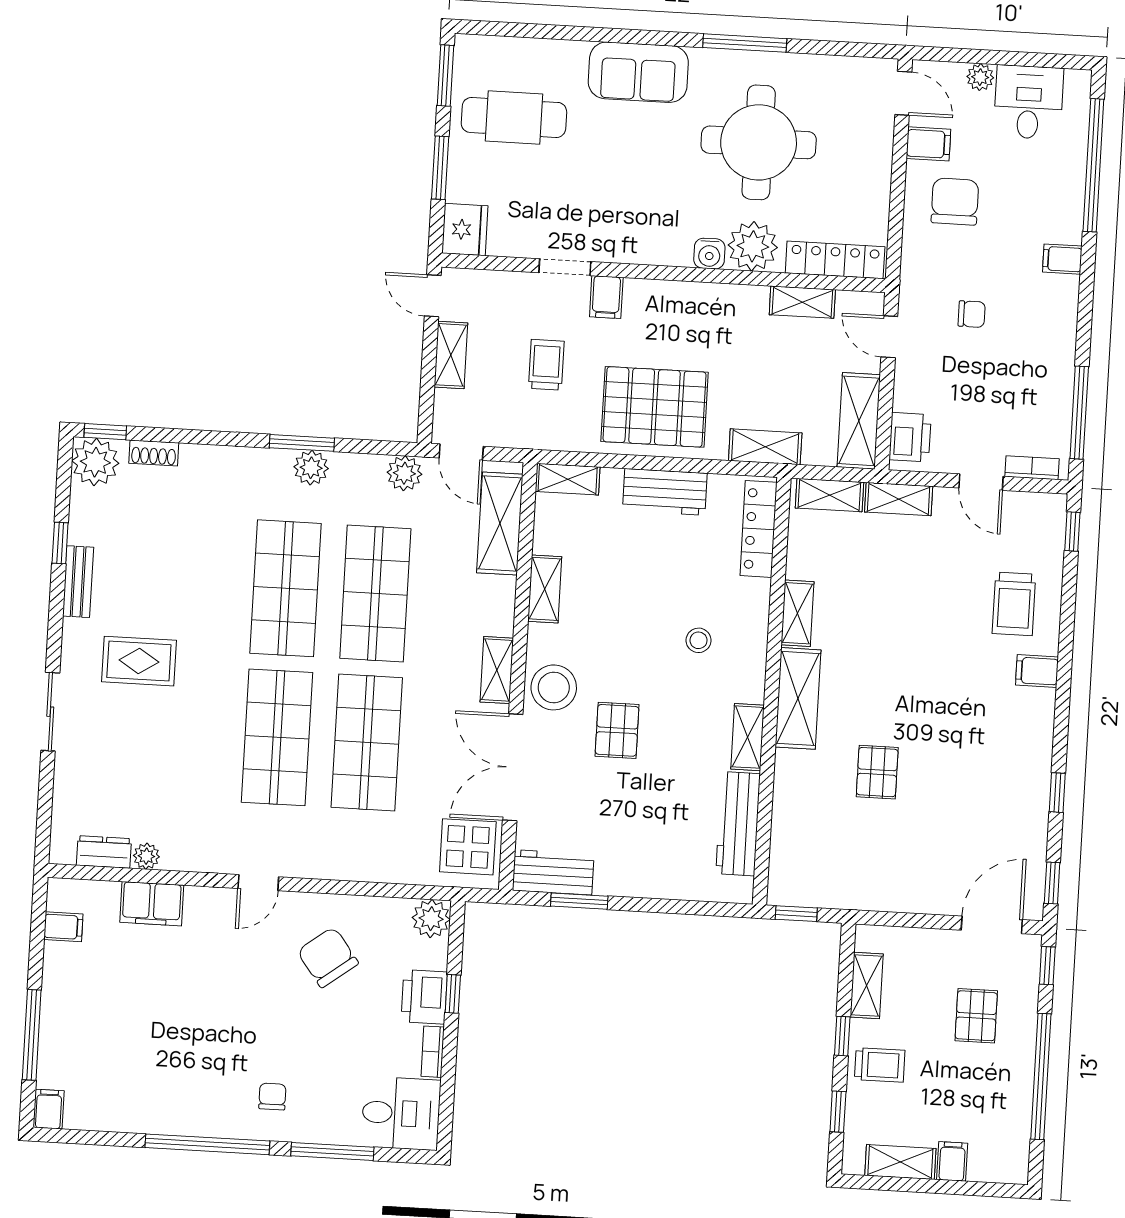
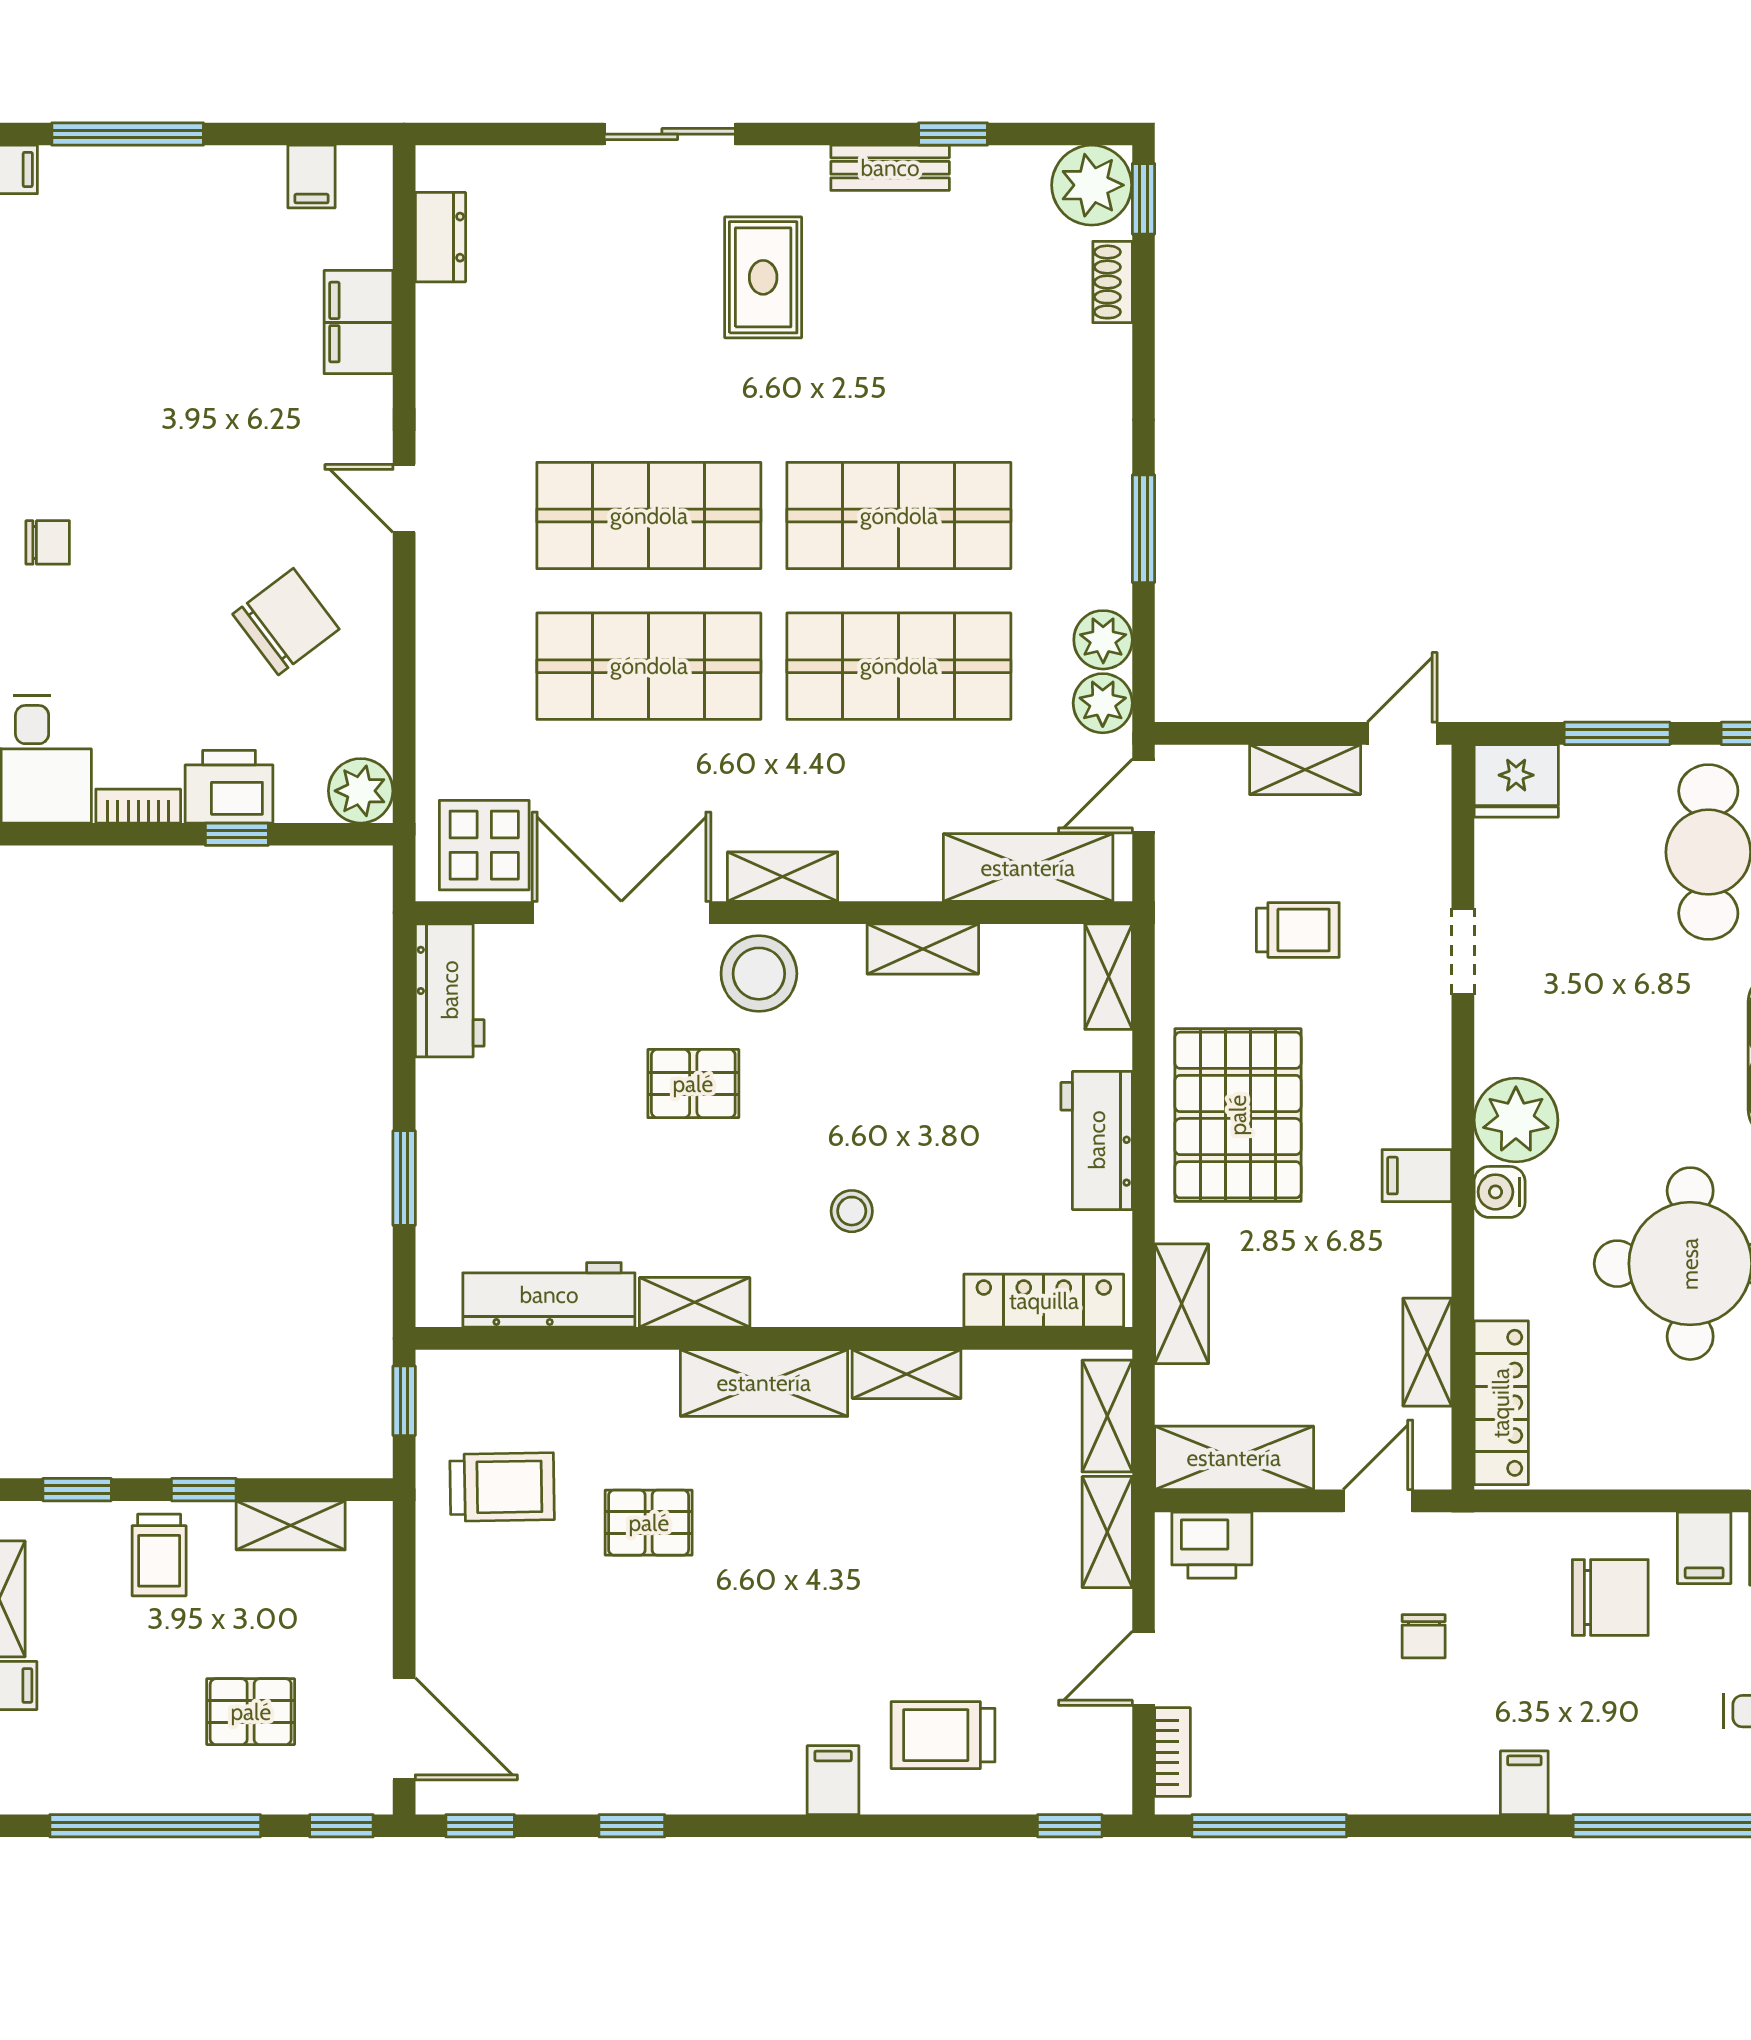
plant: (753, 246) -> (1516, 1120), moved
filing cabinet: (606, 297) -> (1417, 1176), moved
plant: (311, 468) -> (1103, 640), moved
plant: (146, 856) -> (438, 309), removed
trolley: (851, 858) -> (502, 1487), added
window: (579, 901) -> (404, 1178), moved

